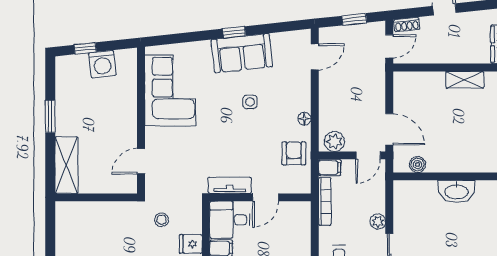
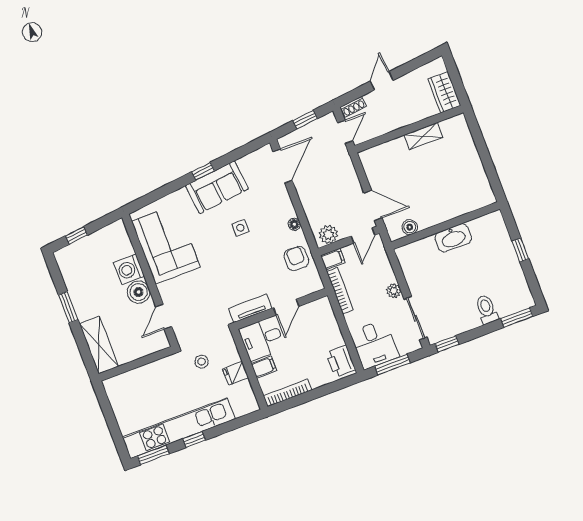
door: (315, 57) -> (283, 166), width x1.38
washing machine: (102, 64) -> (129, 269), moved, turned 96
boiler: (125, 128) -> (139, 292), added

